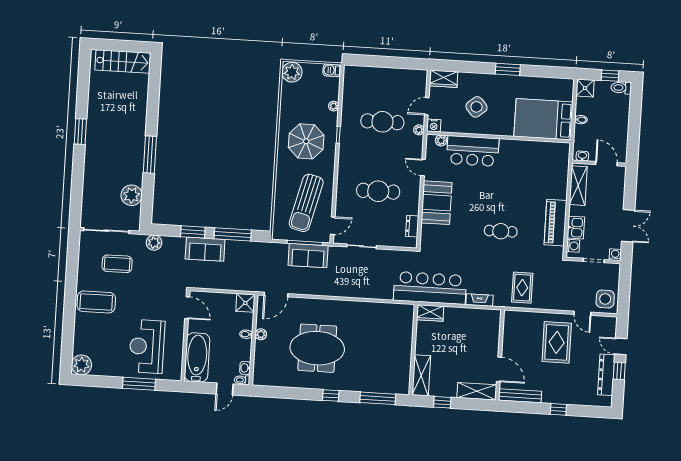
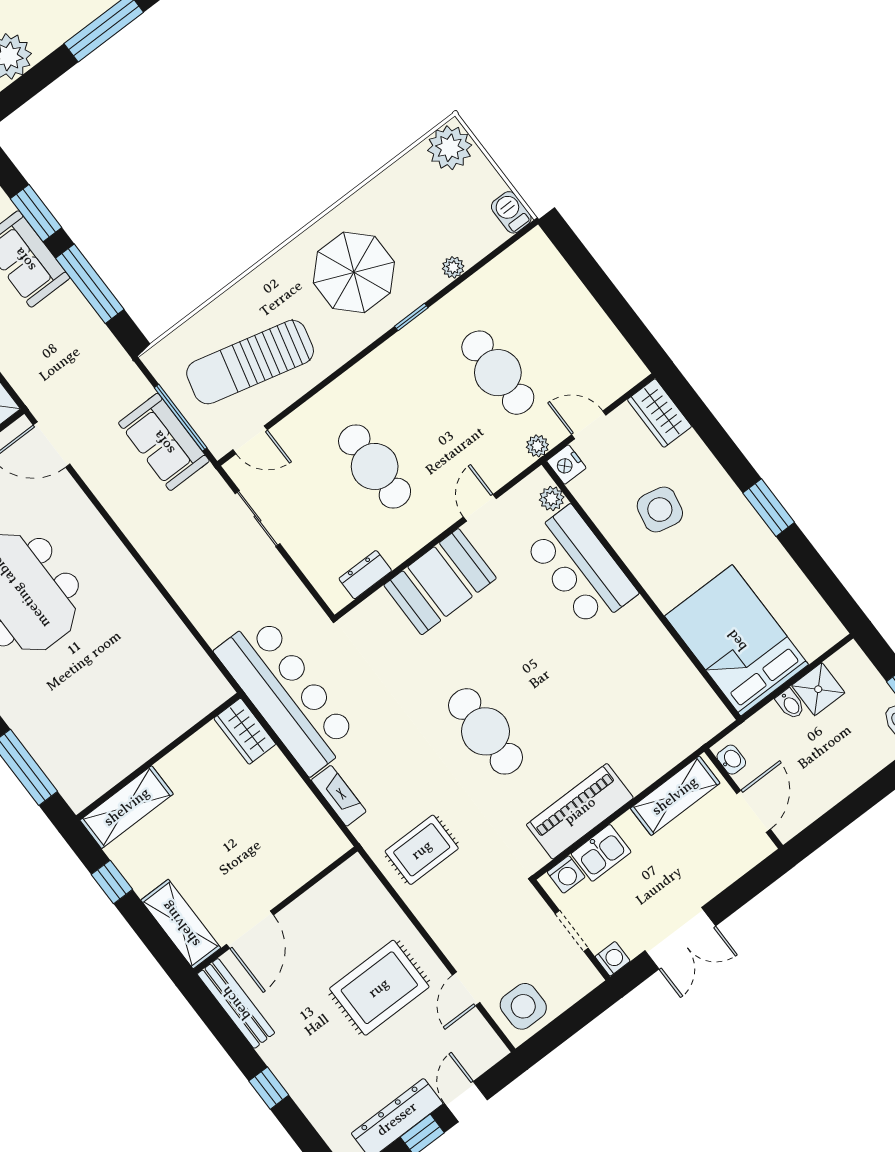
shower: (585, 88) -> (818, 689), moved
side table: (476, 107) -> (660, 510), turned -38
cafe table: (501, 231) -> (486, 731), width x1.37, depth x1.35

